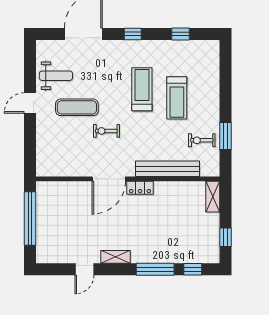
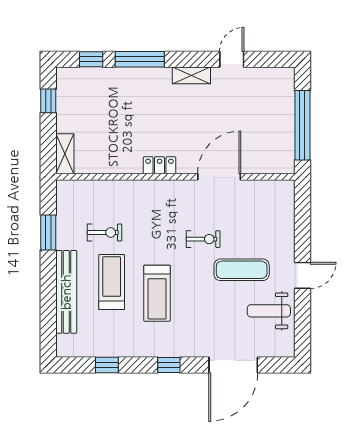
exercise bike: (202, 140) -> (105, 233), moved
bench: (167, 169) -> (66, 292), moved, turned 90
door: (109, 179) -> (219, 177), moved

